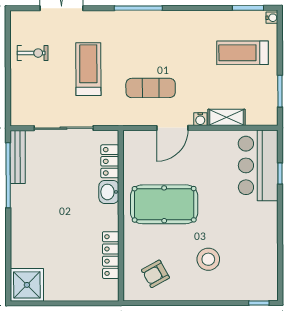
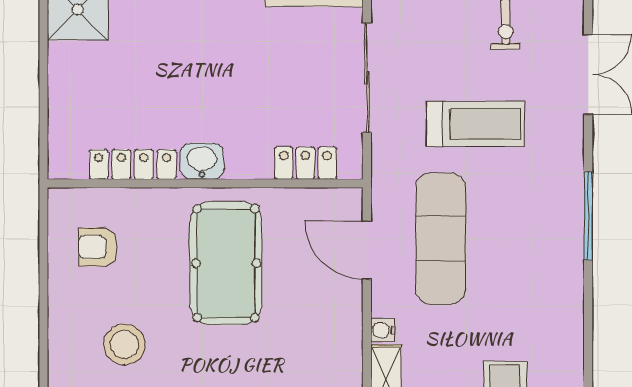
exercise mat: (151, 88) -> (441, 239), width x1.36, depth x1.45
door: (172, 128) -> (367, 250), moved
washbasin: (109, 192) -> (202, 161), moved
armchair: (155, 274) -> (98, 247), turned -61

